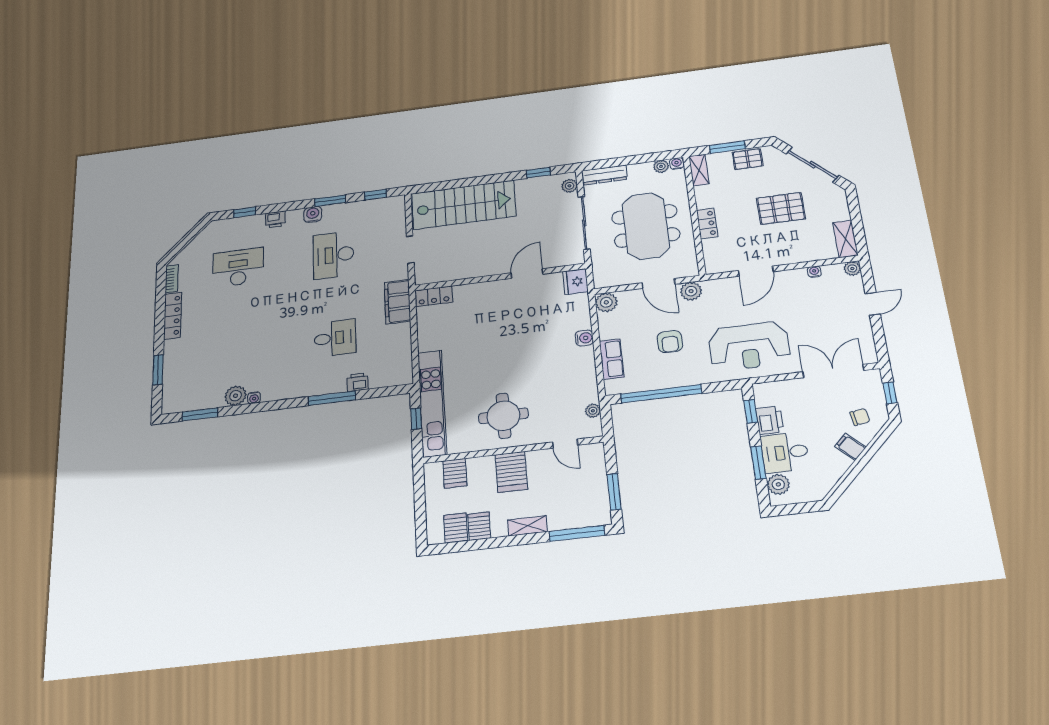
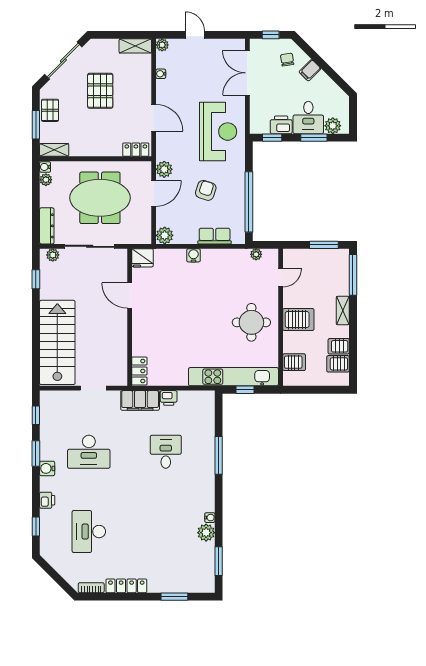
locker: (707, 223) -> (136, 150), moved
armchair: (670, 342) -> (206, 190), turned -72
printer: (357, 382) -> (169, 398), moved, turned -90

